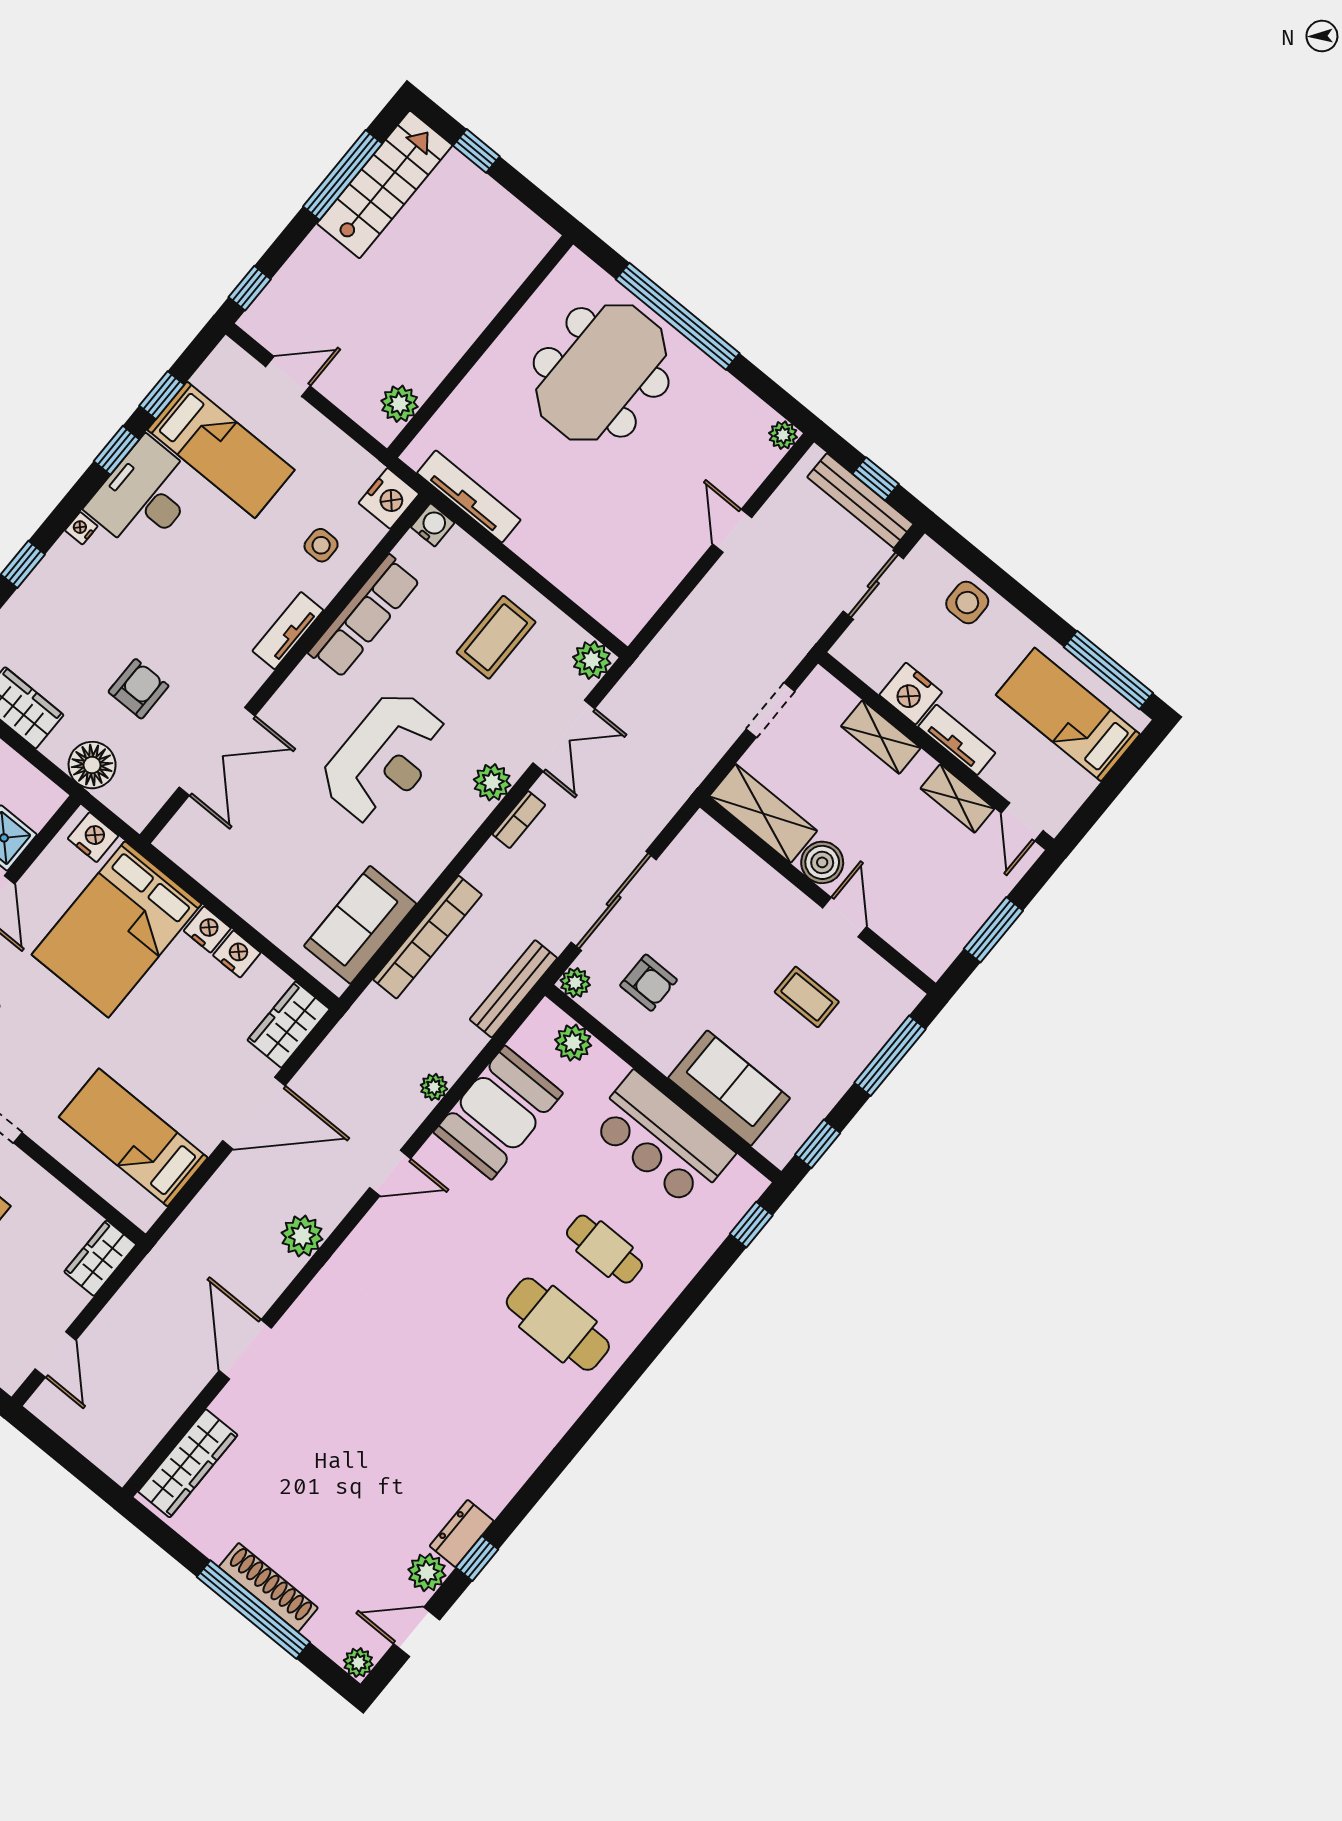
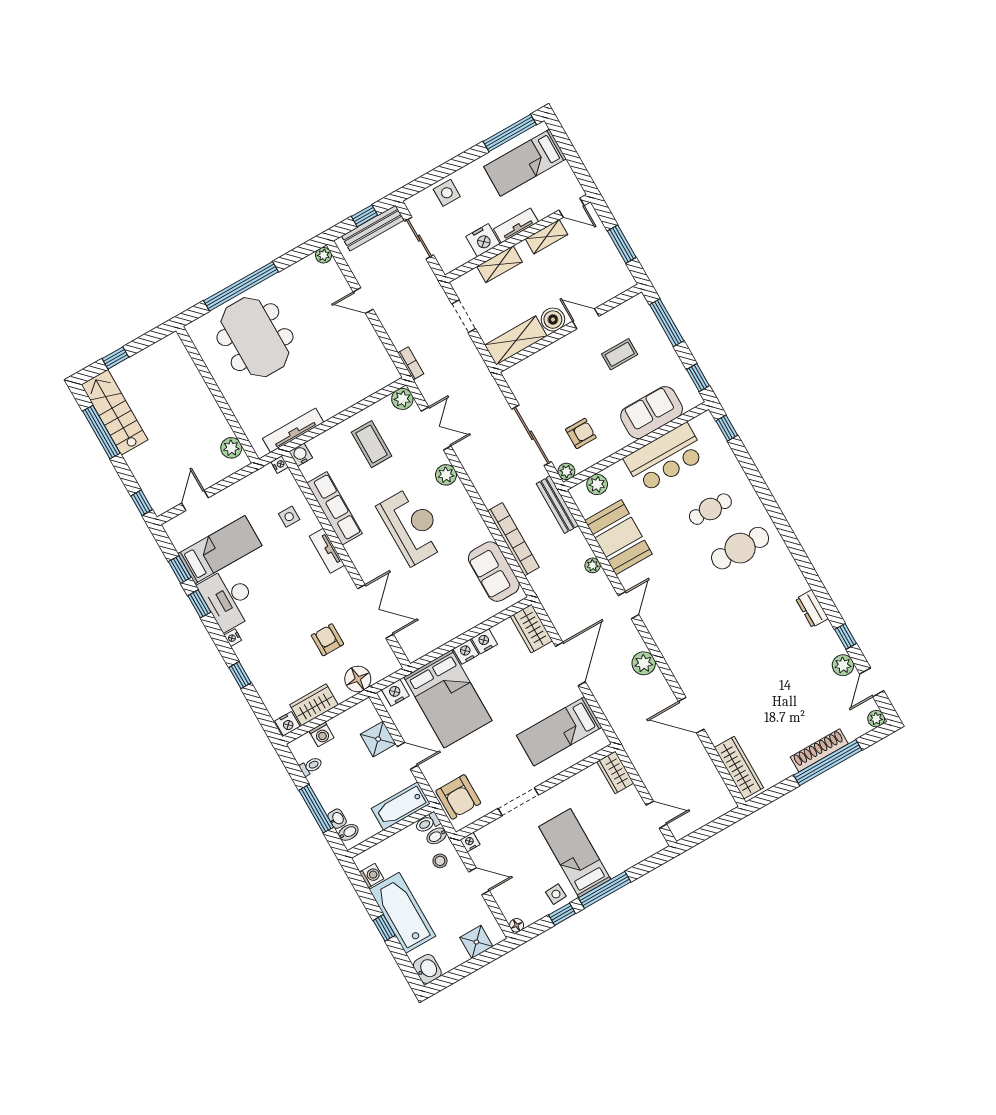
nightstand: (389, 498) -> (280, 464), width x0.53, depth x0.56
bookcase: (519, 820) -> (411, 363), moved
dresser: (462, 1533) -> (812, 609), moved

